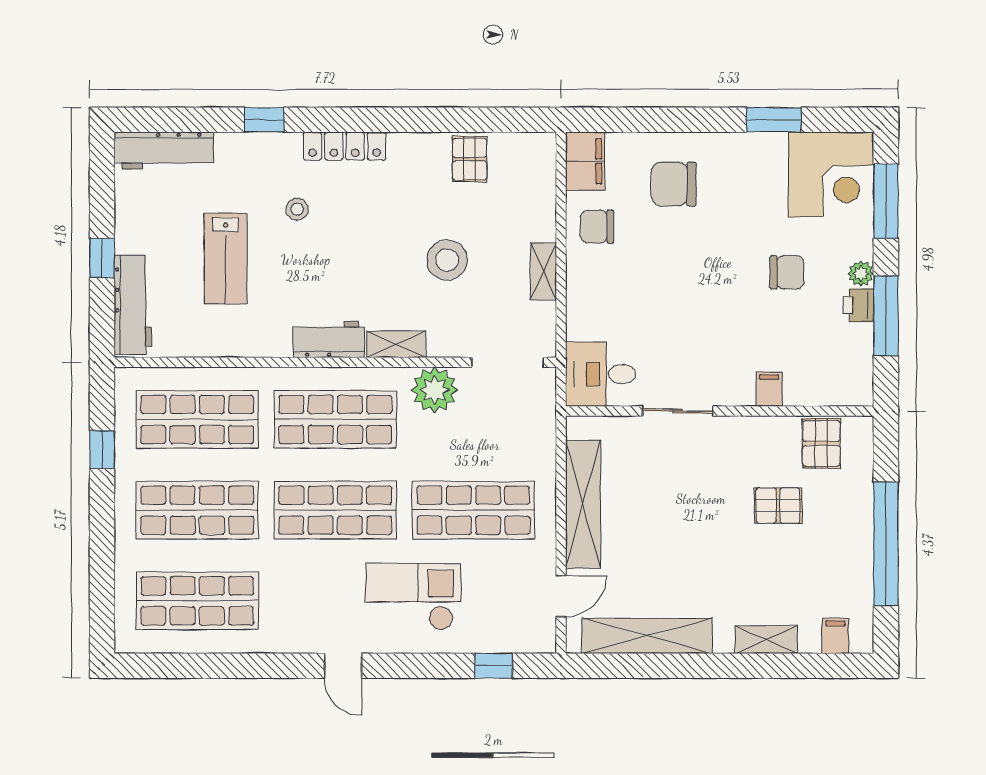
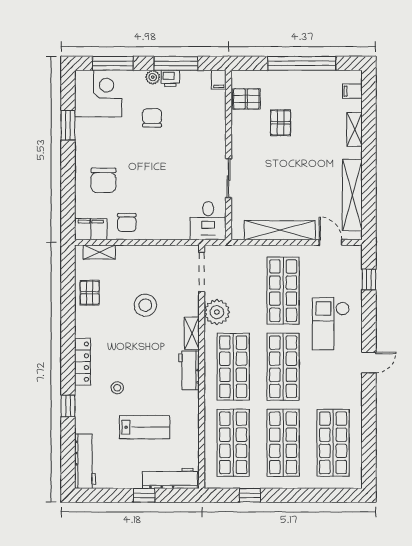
pallet: (470, 159) -> (90, 293), turned 90
shelving: (543, 271) -> (99, 252), moved
filing cabinet: (769, 389) -> (219, 80), moved, turned -90

